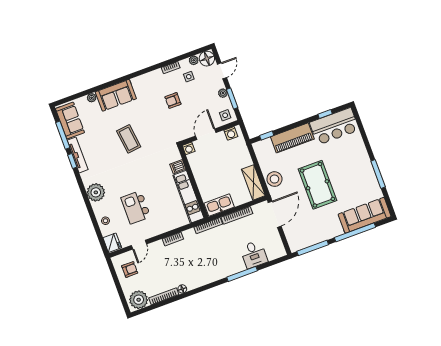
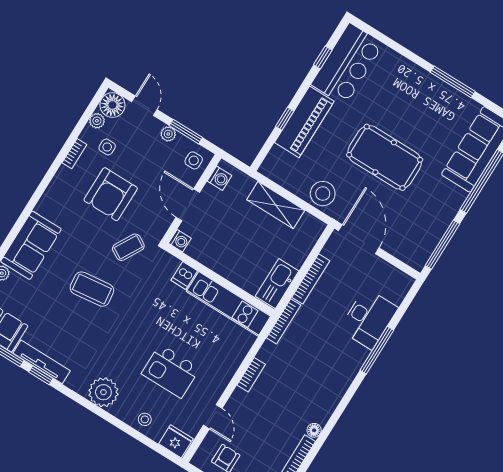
armchair: (173, 100) -> (111, 194), width x1.88, depth x1.88
coffee table: (162, 132) -> (128, 247), added
window: (267, 136) -> (285, 119), moved
shelving: (253, 182) -> (276, 205), moved
desk: (254, 254) -> (368, 319), width x1.37

